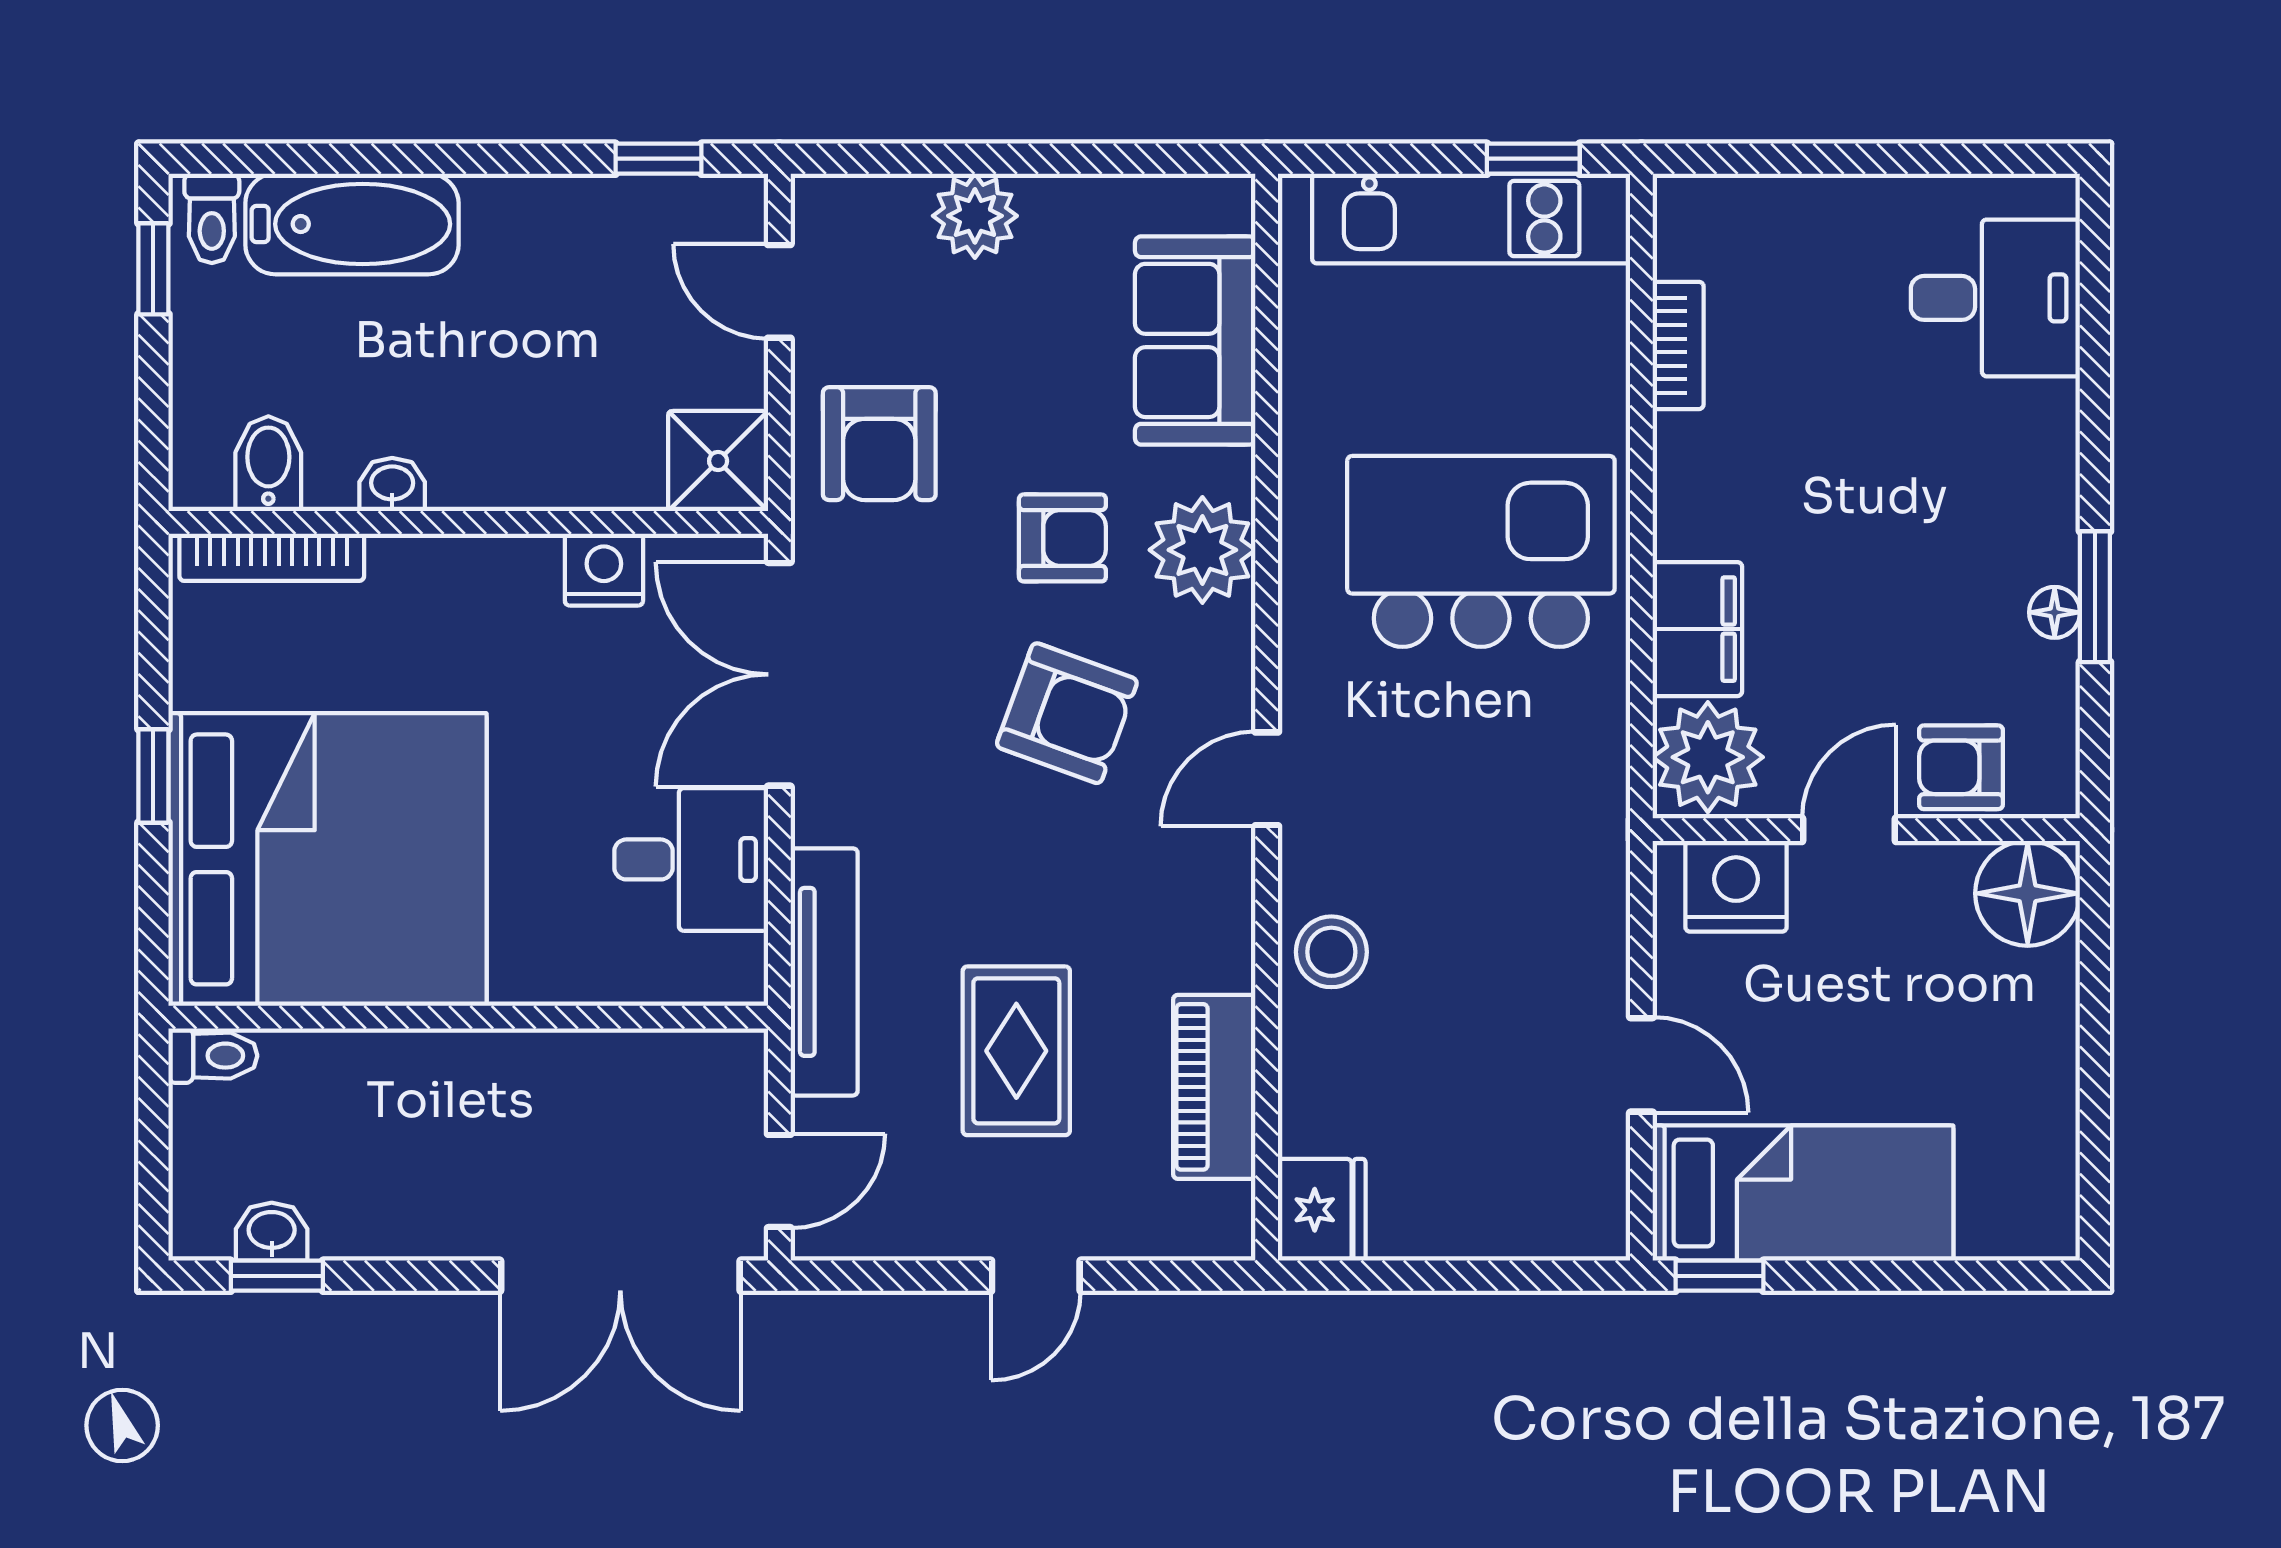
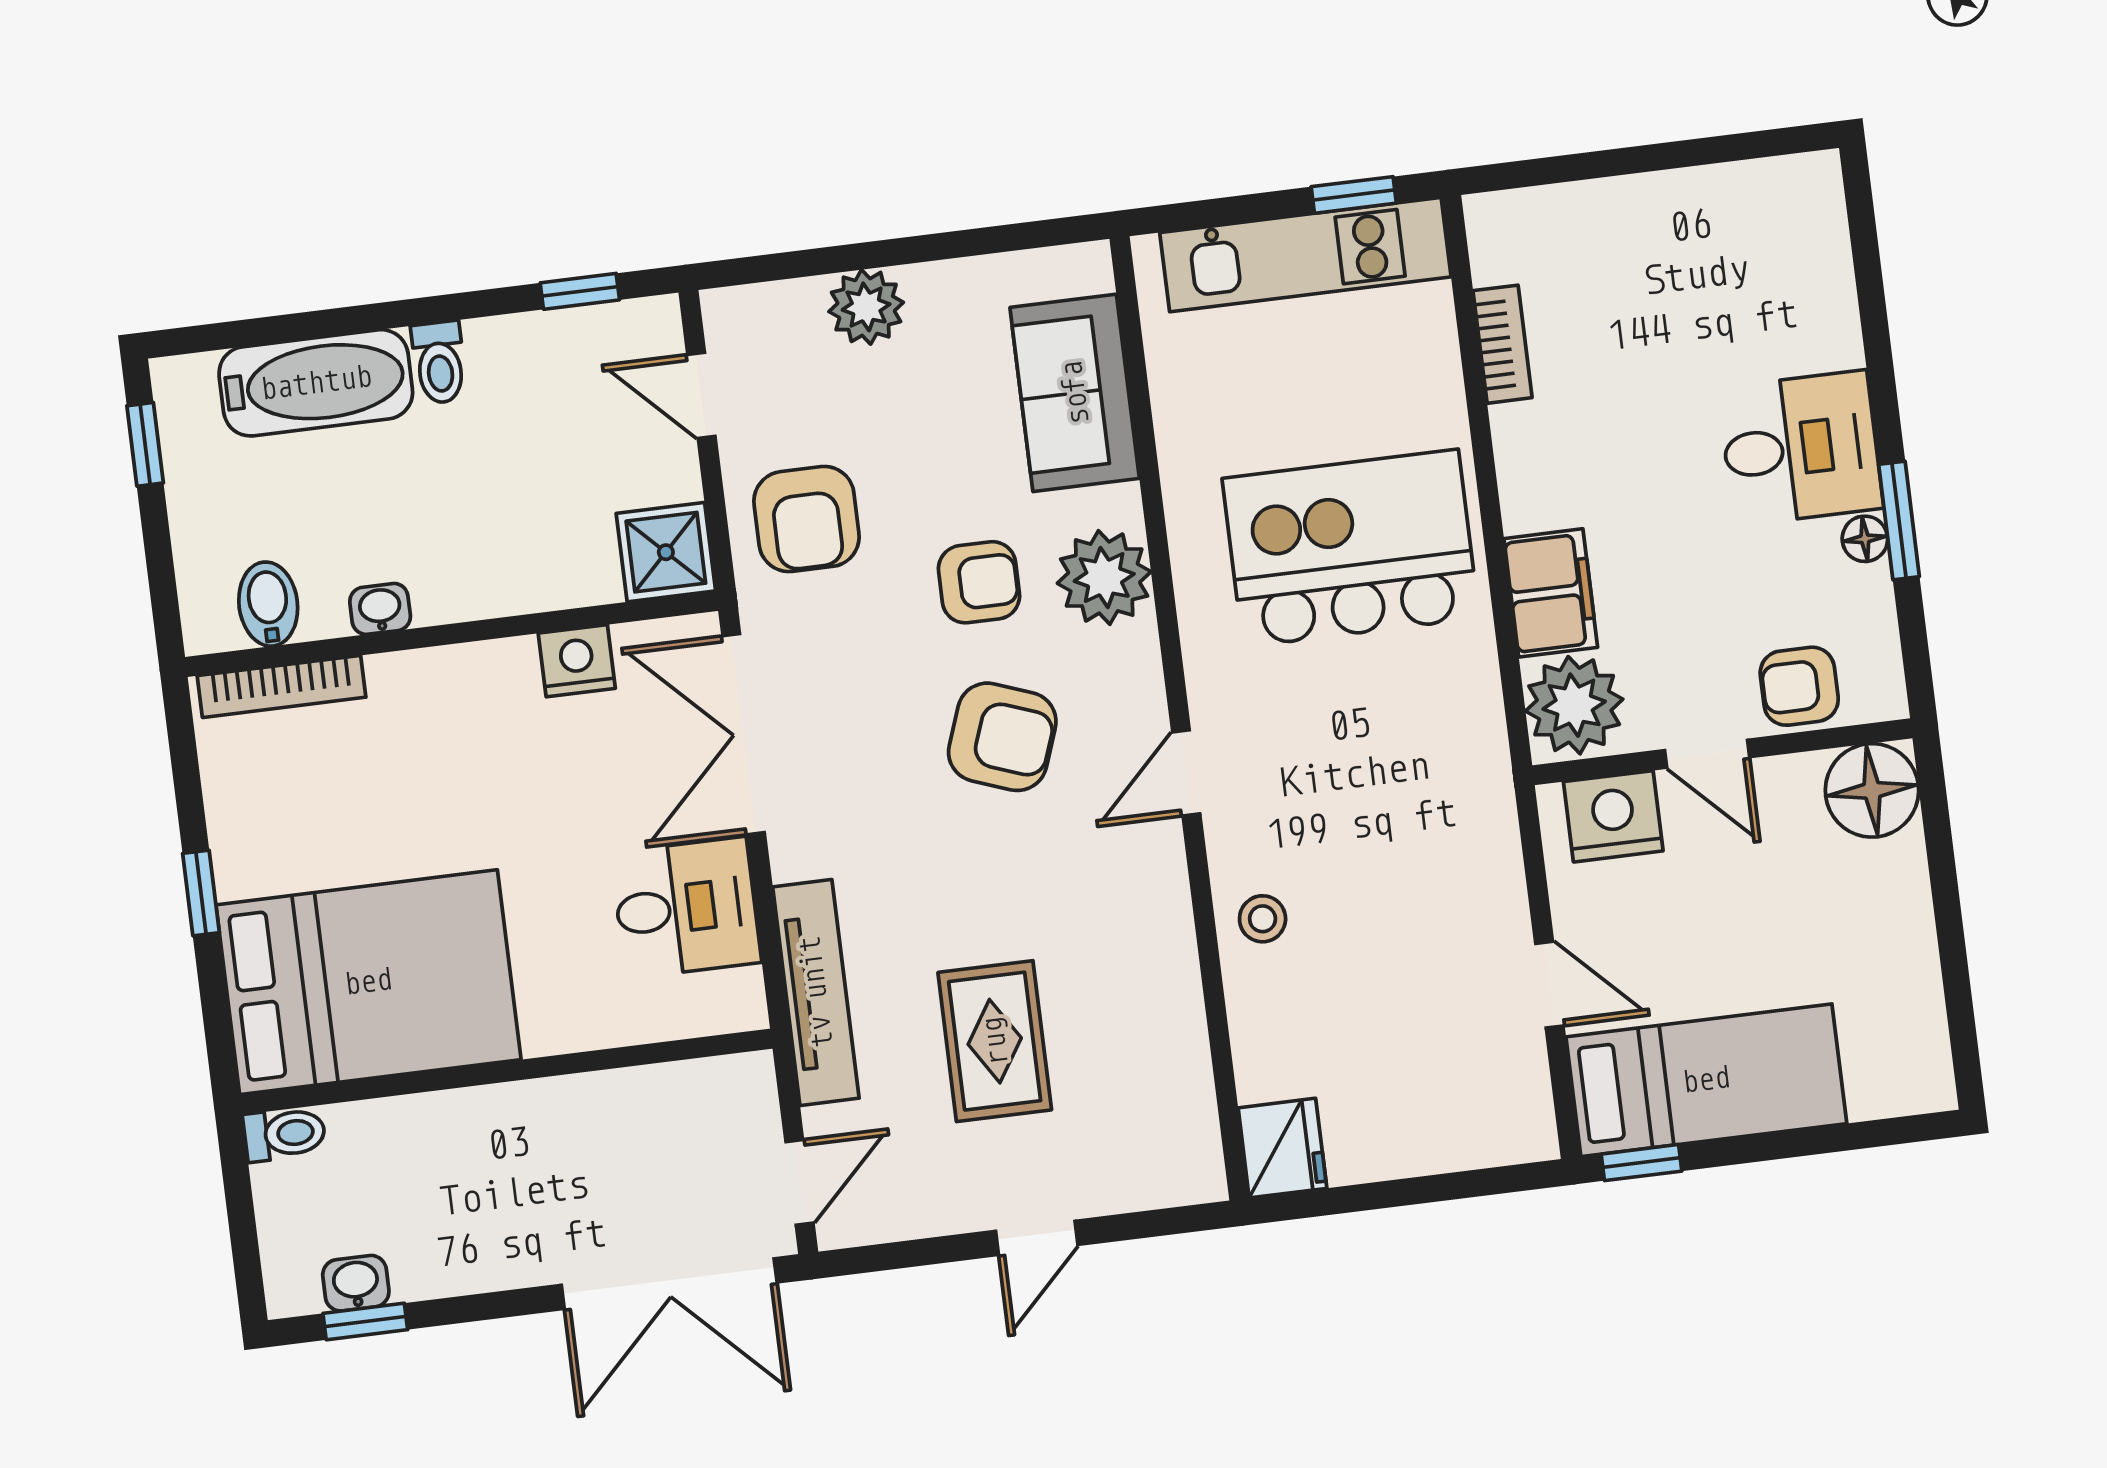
toilet: (212, 218) -> (439, 362), moved
desk: (1995, 298) -> (1800, 448), moved
door: (1849, 830) -> (1707, 754), swing flipped
bed: (327, 859) -> (368, 982), width x0.73
stool: (1331, 952) -> (1263, 919), width x0.73, depth x0.73
piano: (1214, 1087) -> (1174, 1051), removed

